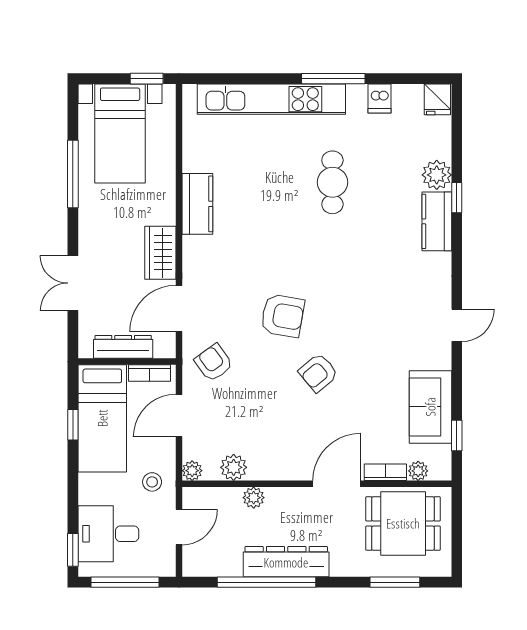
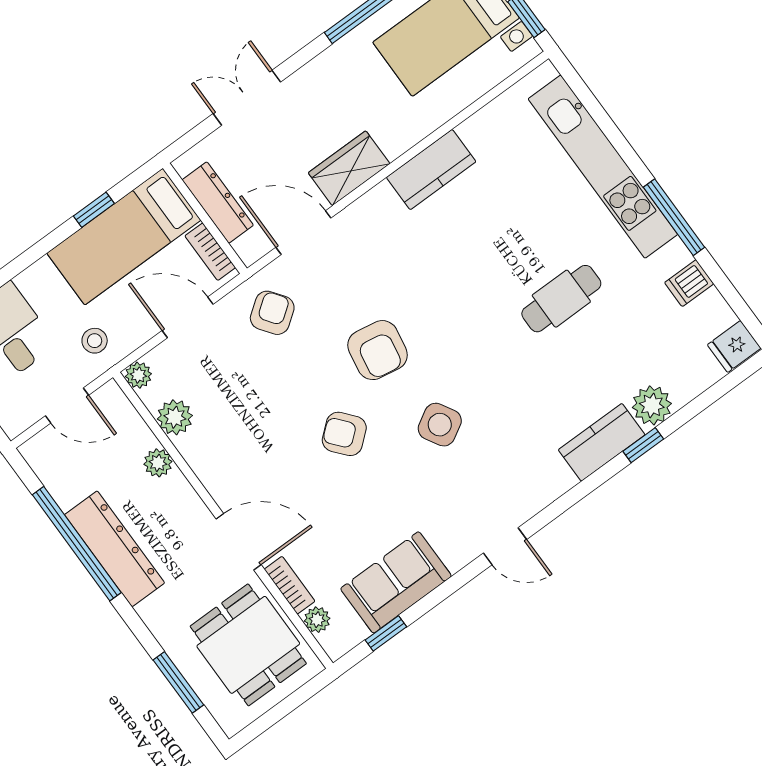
side table: (355, 311) -> (440, 425), added

